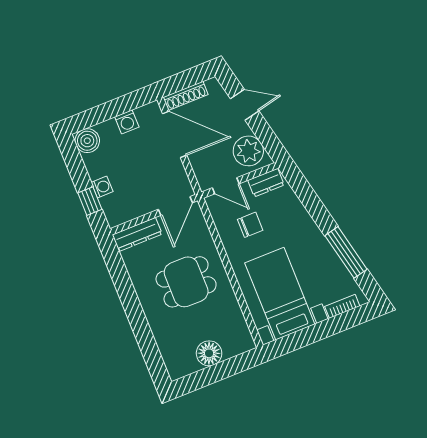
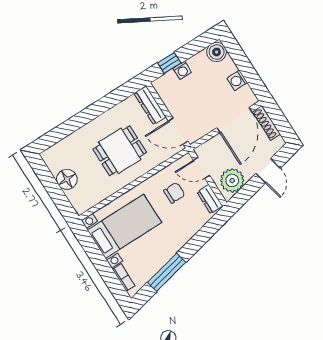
door: (226, 186) -> (201, 168), hinge flipped
chair: (250, 225) -> (174, 193), turned -90
dining table: (186, 282) -> (120, 151), turned 90

